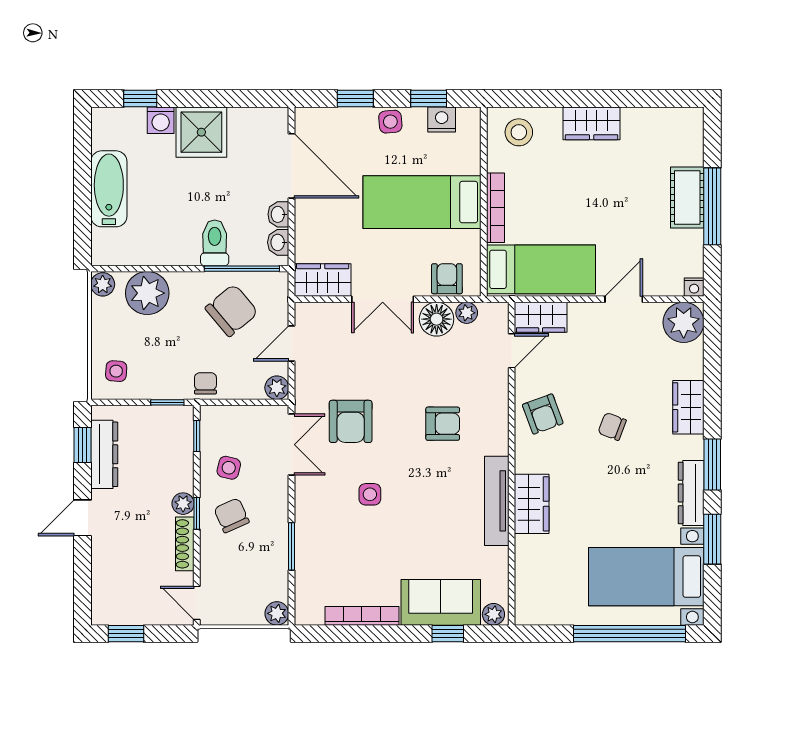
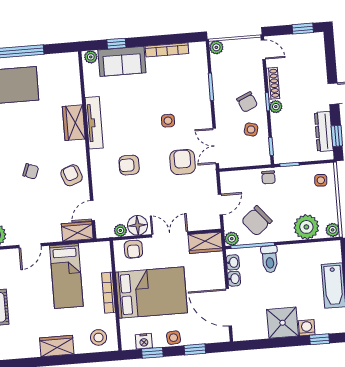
bed: (422, 202) -> (151, 292), width x1.50
bed: (541, 269) -> (66, 276), moved, turned -90
plant: (277, 388) -> (232, 239), moved

